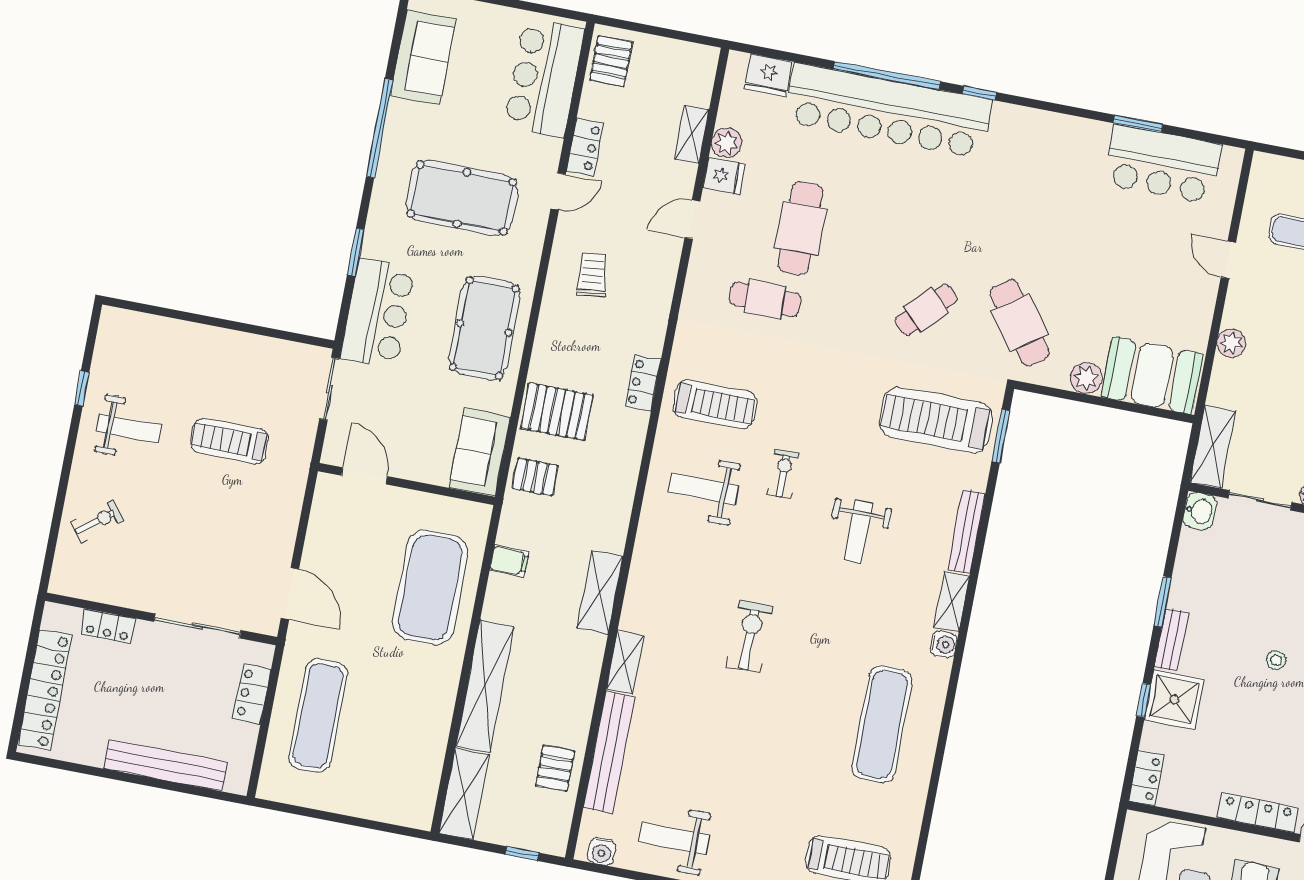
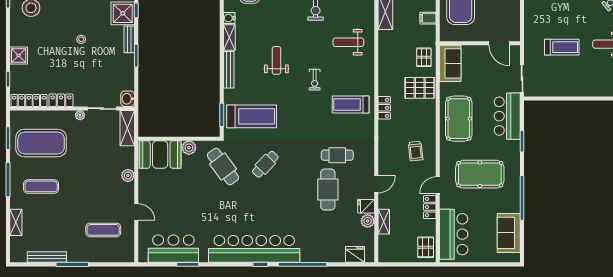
bar counter: (888, 111) -> (254, 249), moved
pallet: (535, 477) -> (424, 57), turned 90
weight bench: (704, 489) -> (348, 42), moved, turned 180

